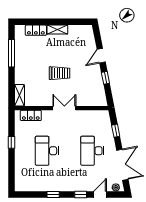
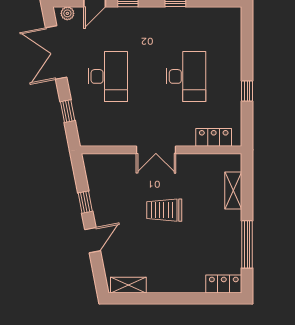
locker: (36, 30) -> (224, 284), moved
shelving: (57, 30) -> (128, 285), moved
shelving: (19, 95) -> (233, 190), moved

